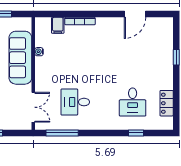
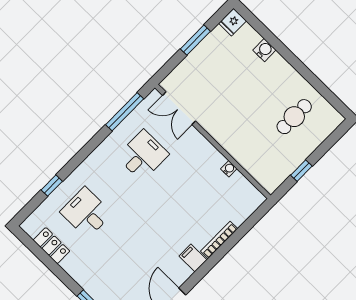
filing cabinet: (58, 25) -> (193, 258), moved
sofa: (20, 58) -> (241, 144), removed

